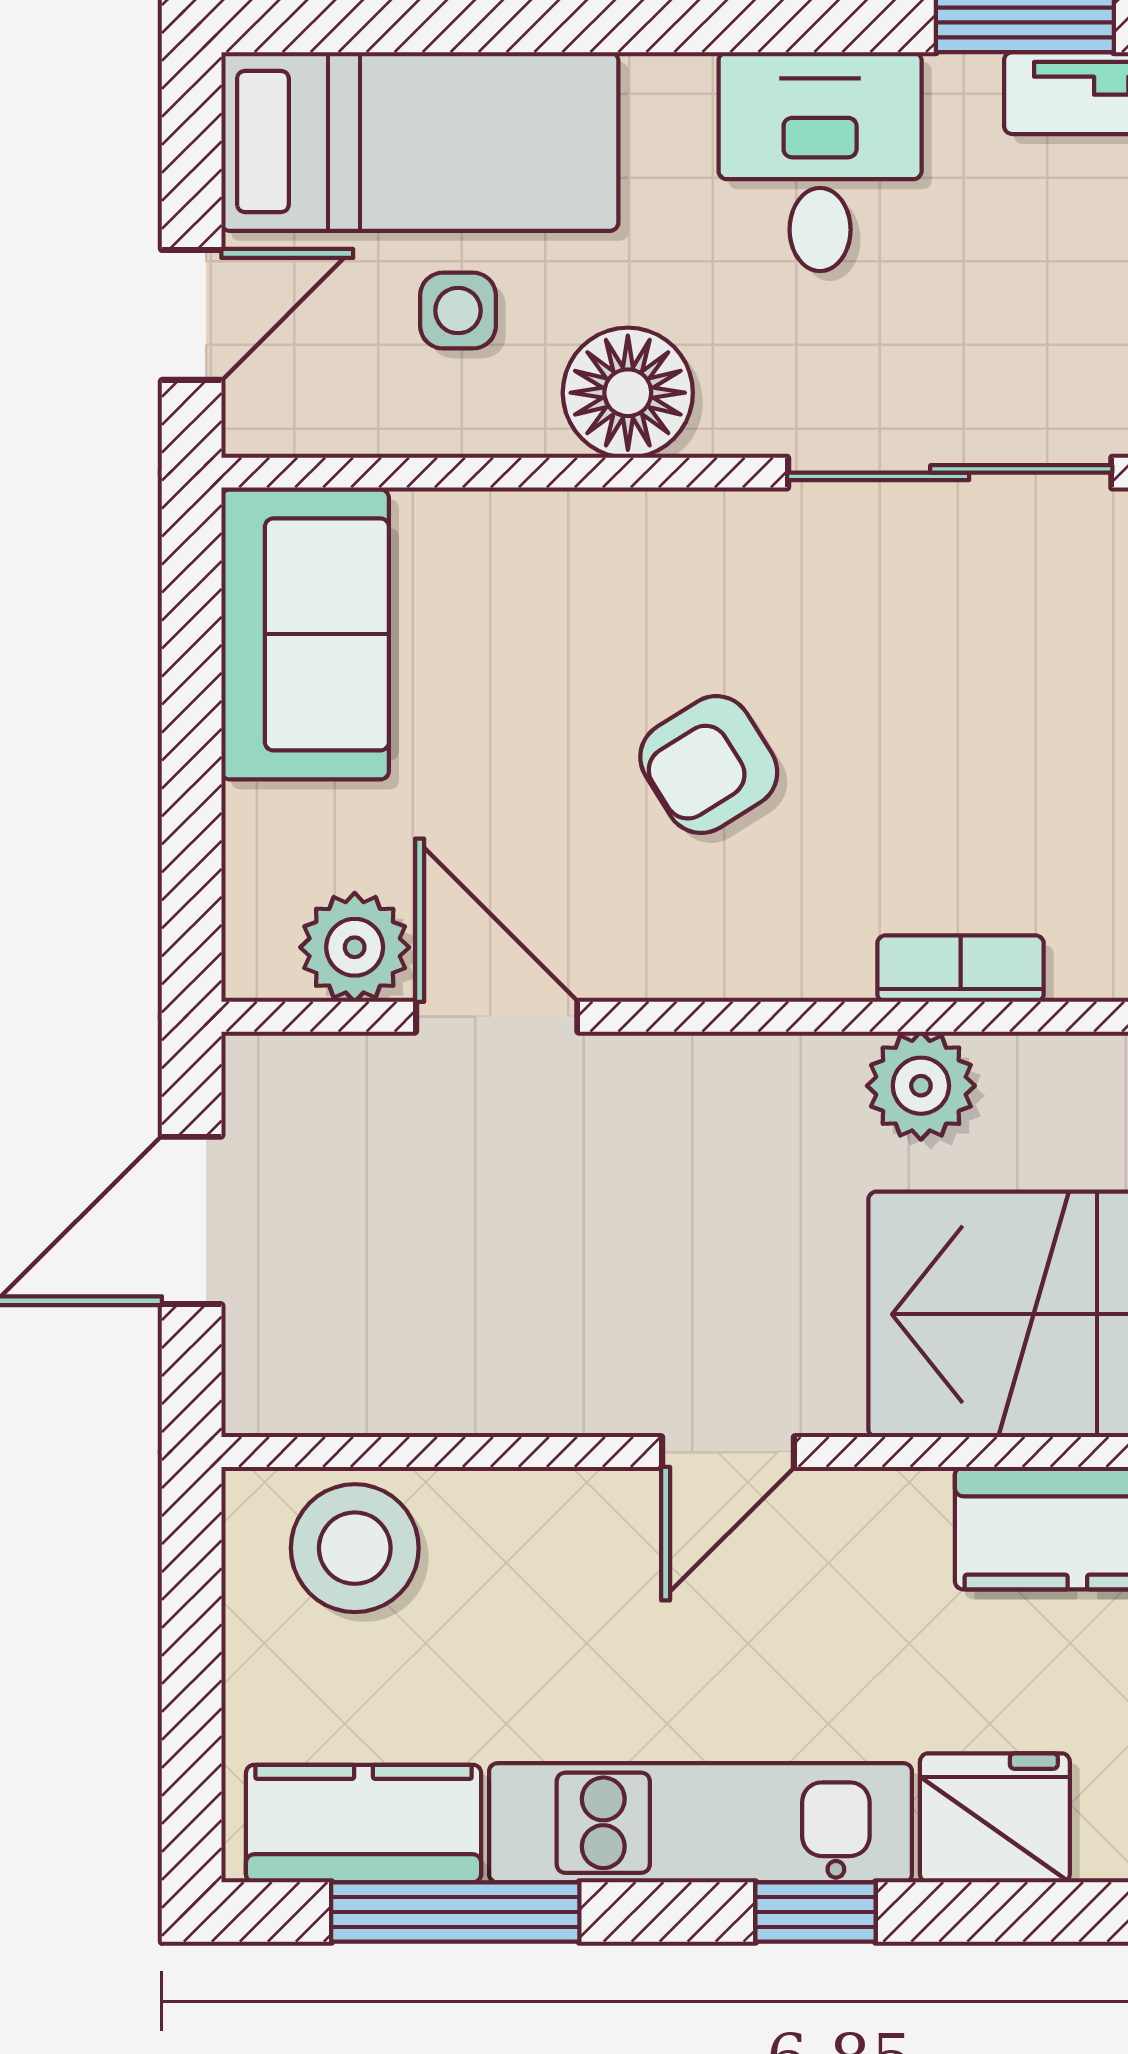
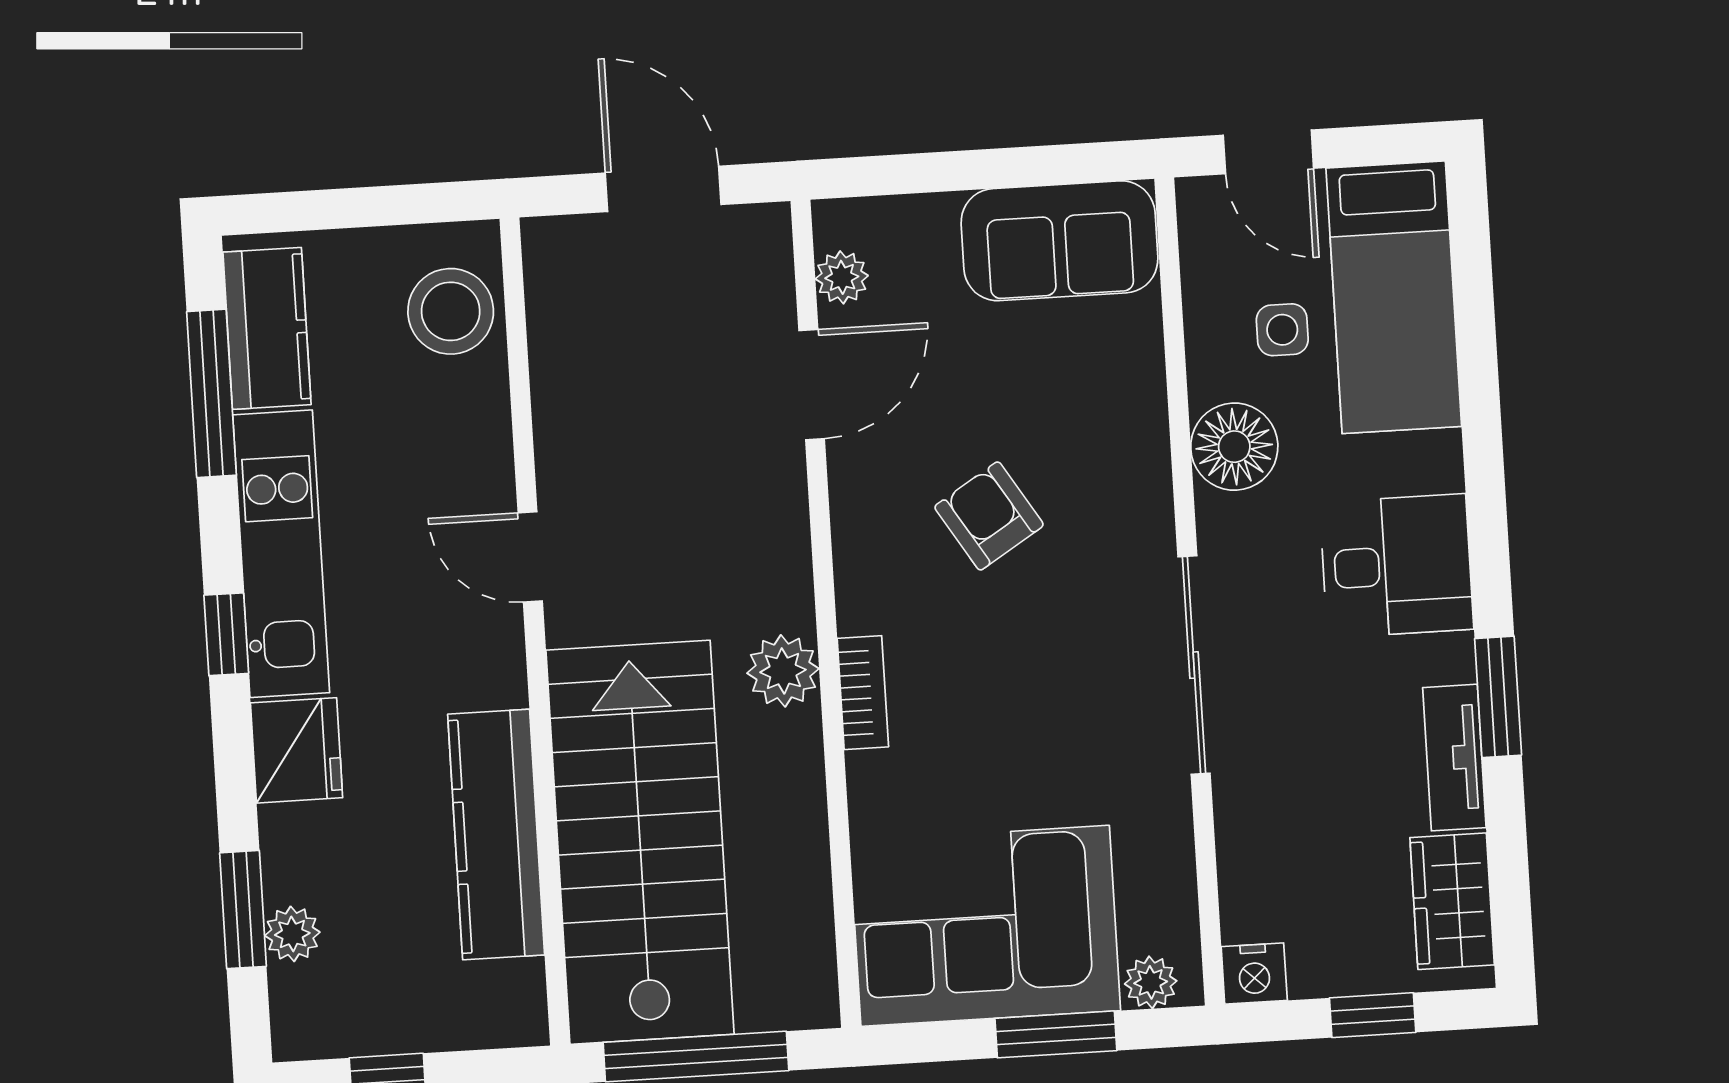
plant: (355, 947) -> (842, 277), width x0.73, depth x0.73

